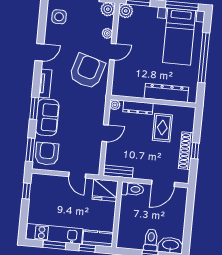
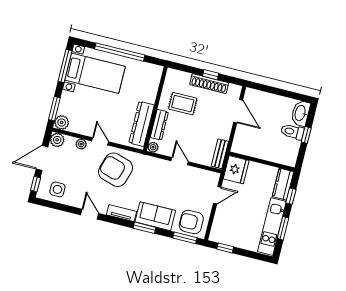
dresser: (166, 93) -> (142, 124), moved
toilet: (132, 189) -> (239, 143), removed

